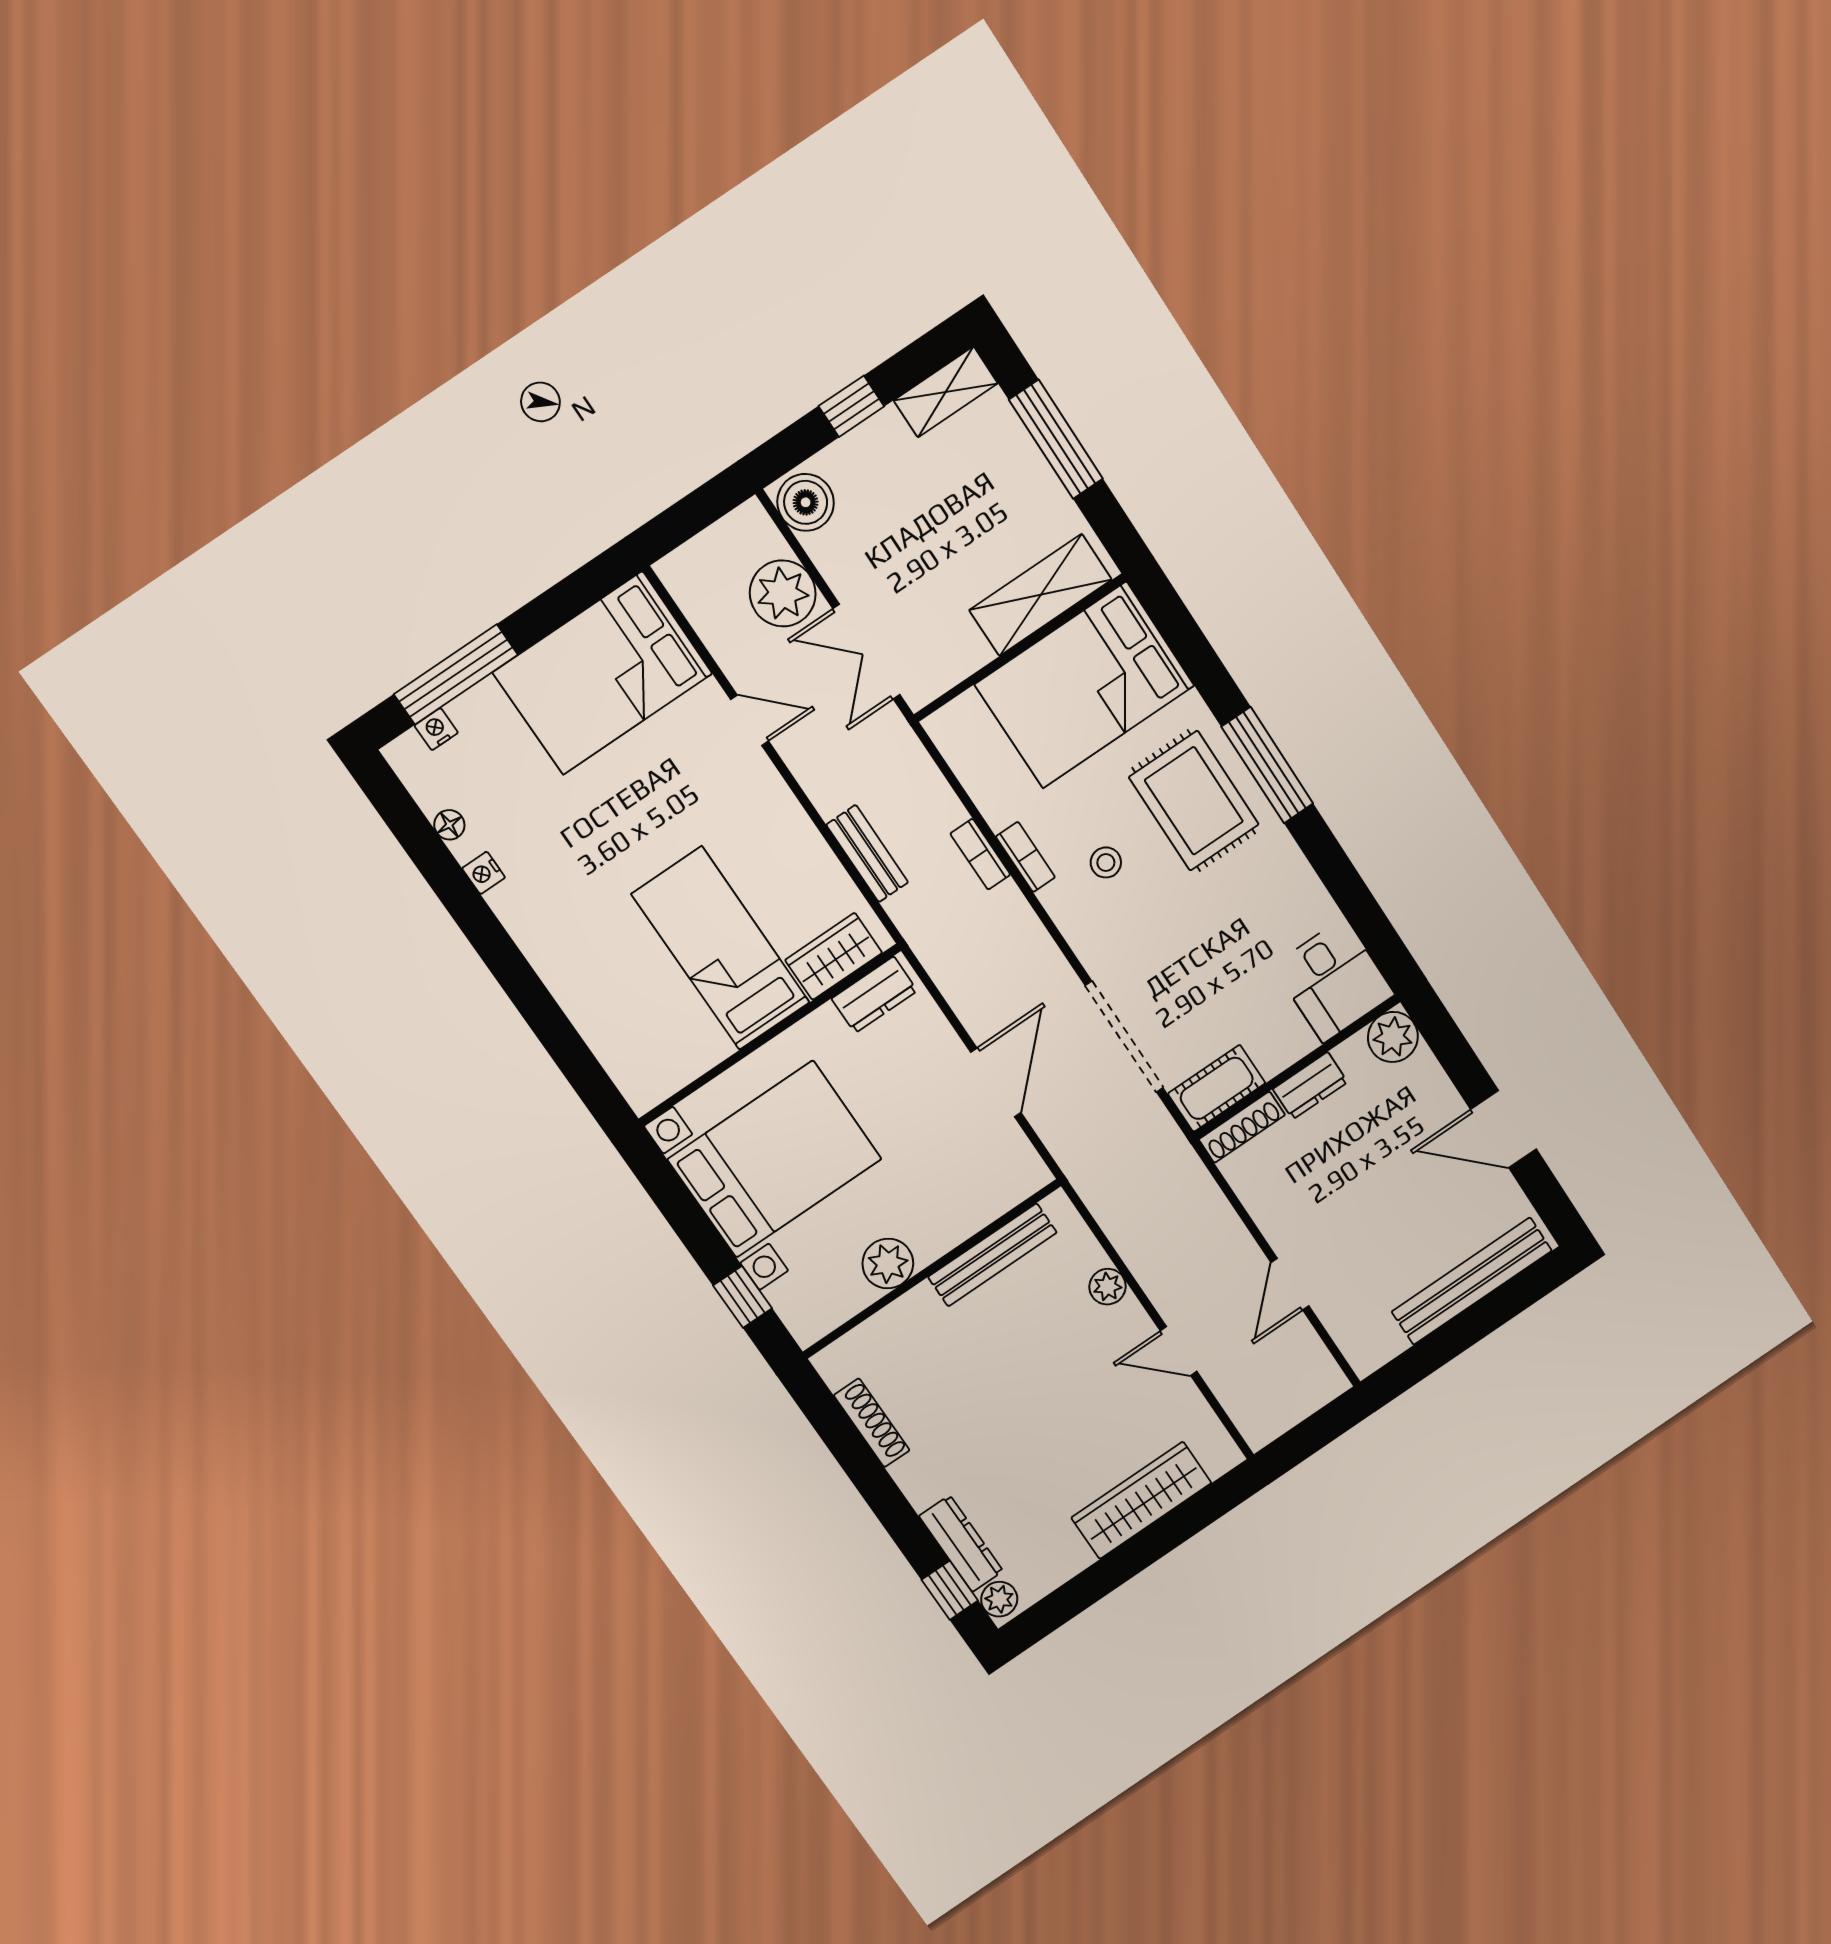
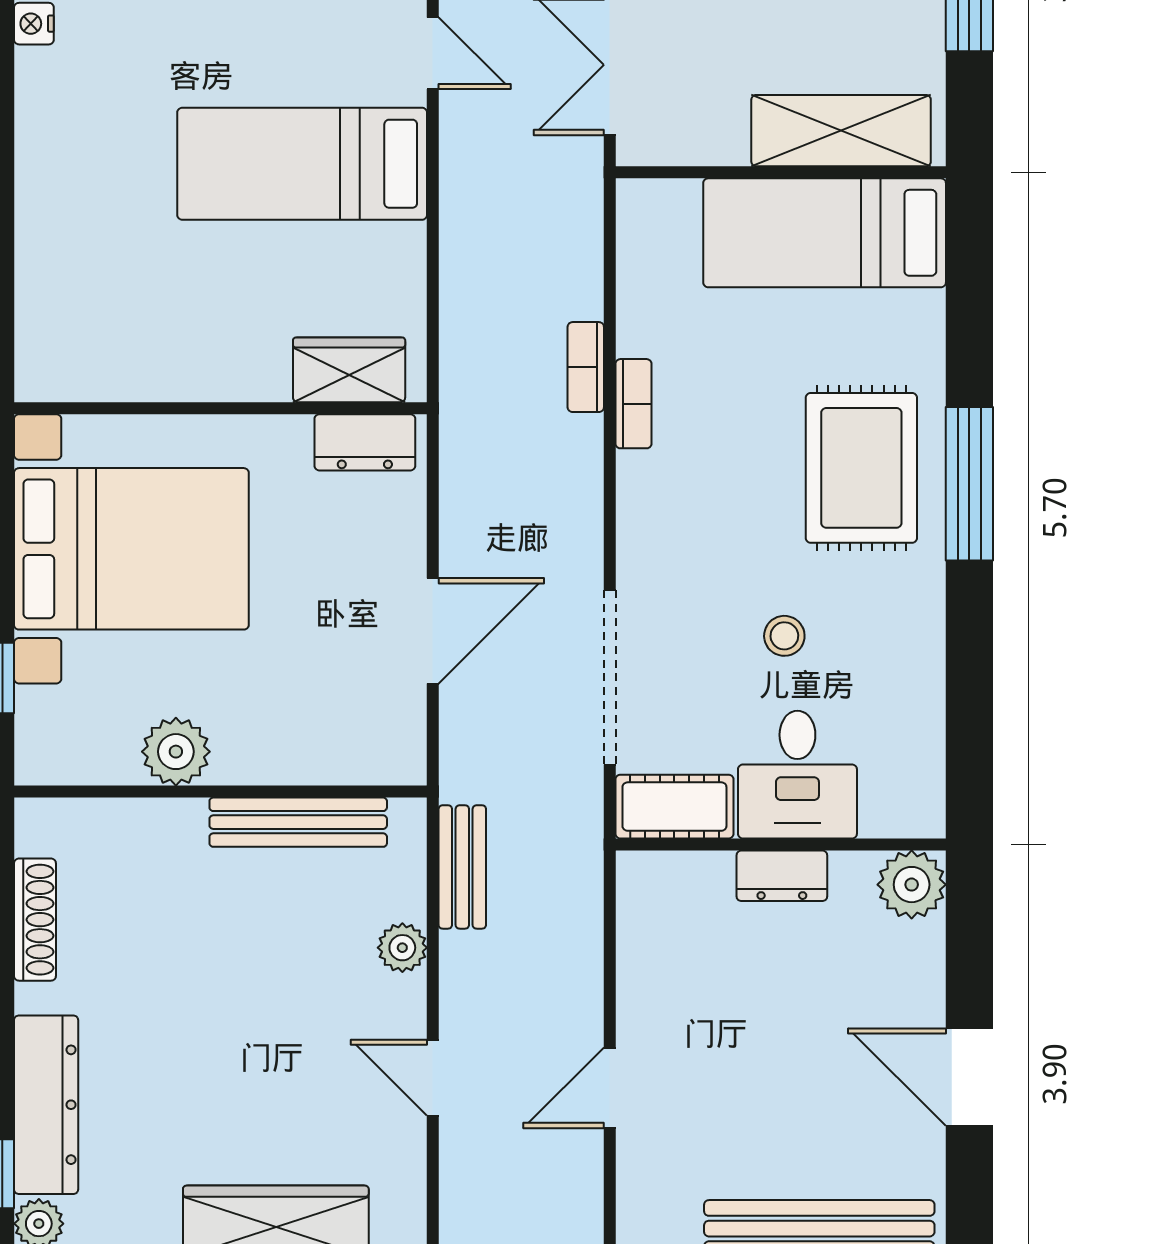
bed: (1085, 685) -> (825, 233), width x0.67
bench: (867, 854) -> (462, 867), moved
stool: (1106, 862) -> (784, 636), moved
bed: (721, 948) -> (302, 164), moved, turned -90
desk: (1334, 980) -> (797, 775), moved
shoe rack: (1242, 1127) -> (674, 870), removed
dresser: (961, 1544) -> (46, 1105), width x1.37, depth x1.24

